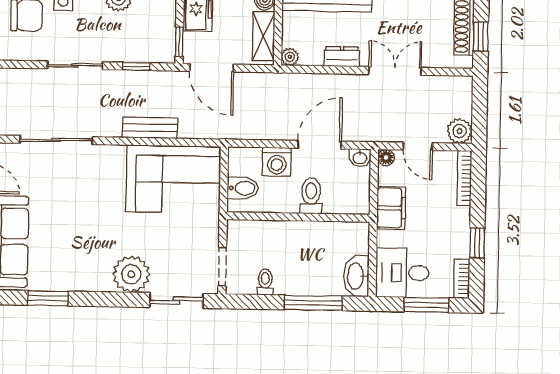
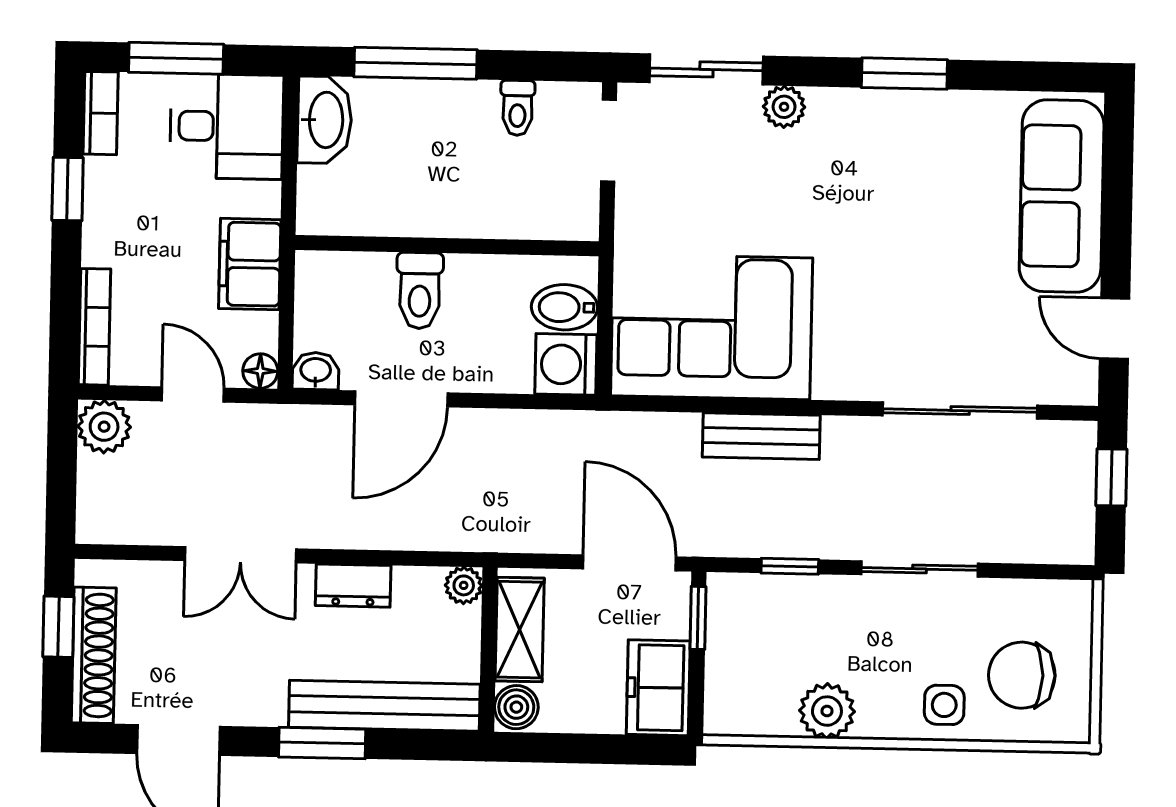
washing machine: (277, 162) -> (566, 364), moved, turned -90
plant: (131, 274) -> (784, 107), width x0.53, depth x0.53
window: (48, 298) -> (904, 74), moved

